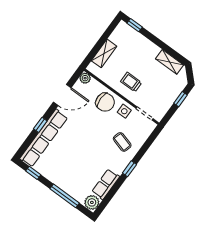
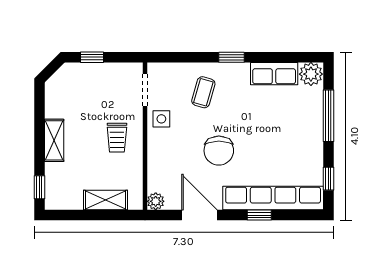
shelving: (169, 62) -> (54, 140), moved
chair: (105, 102) -> (219, 151), moved, turned 180

